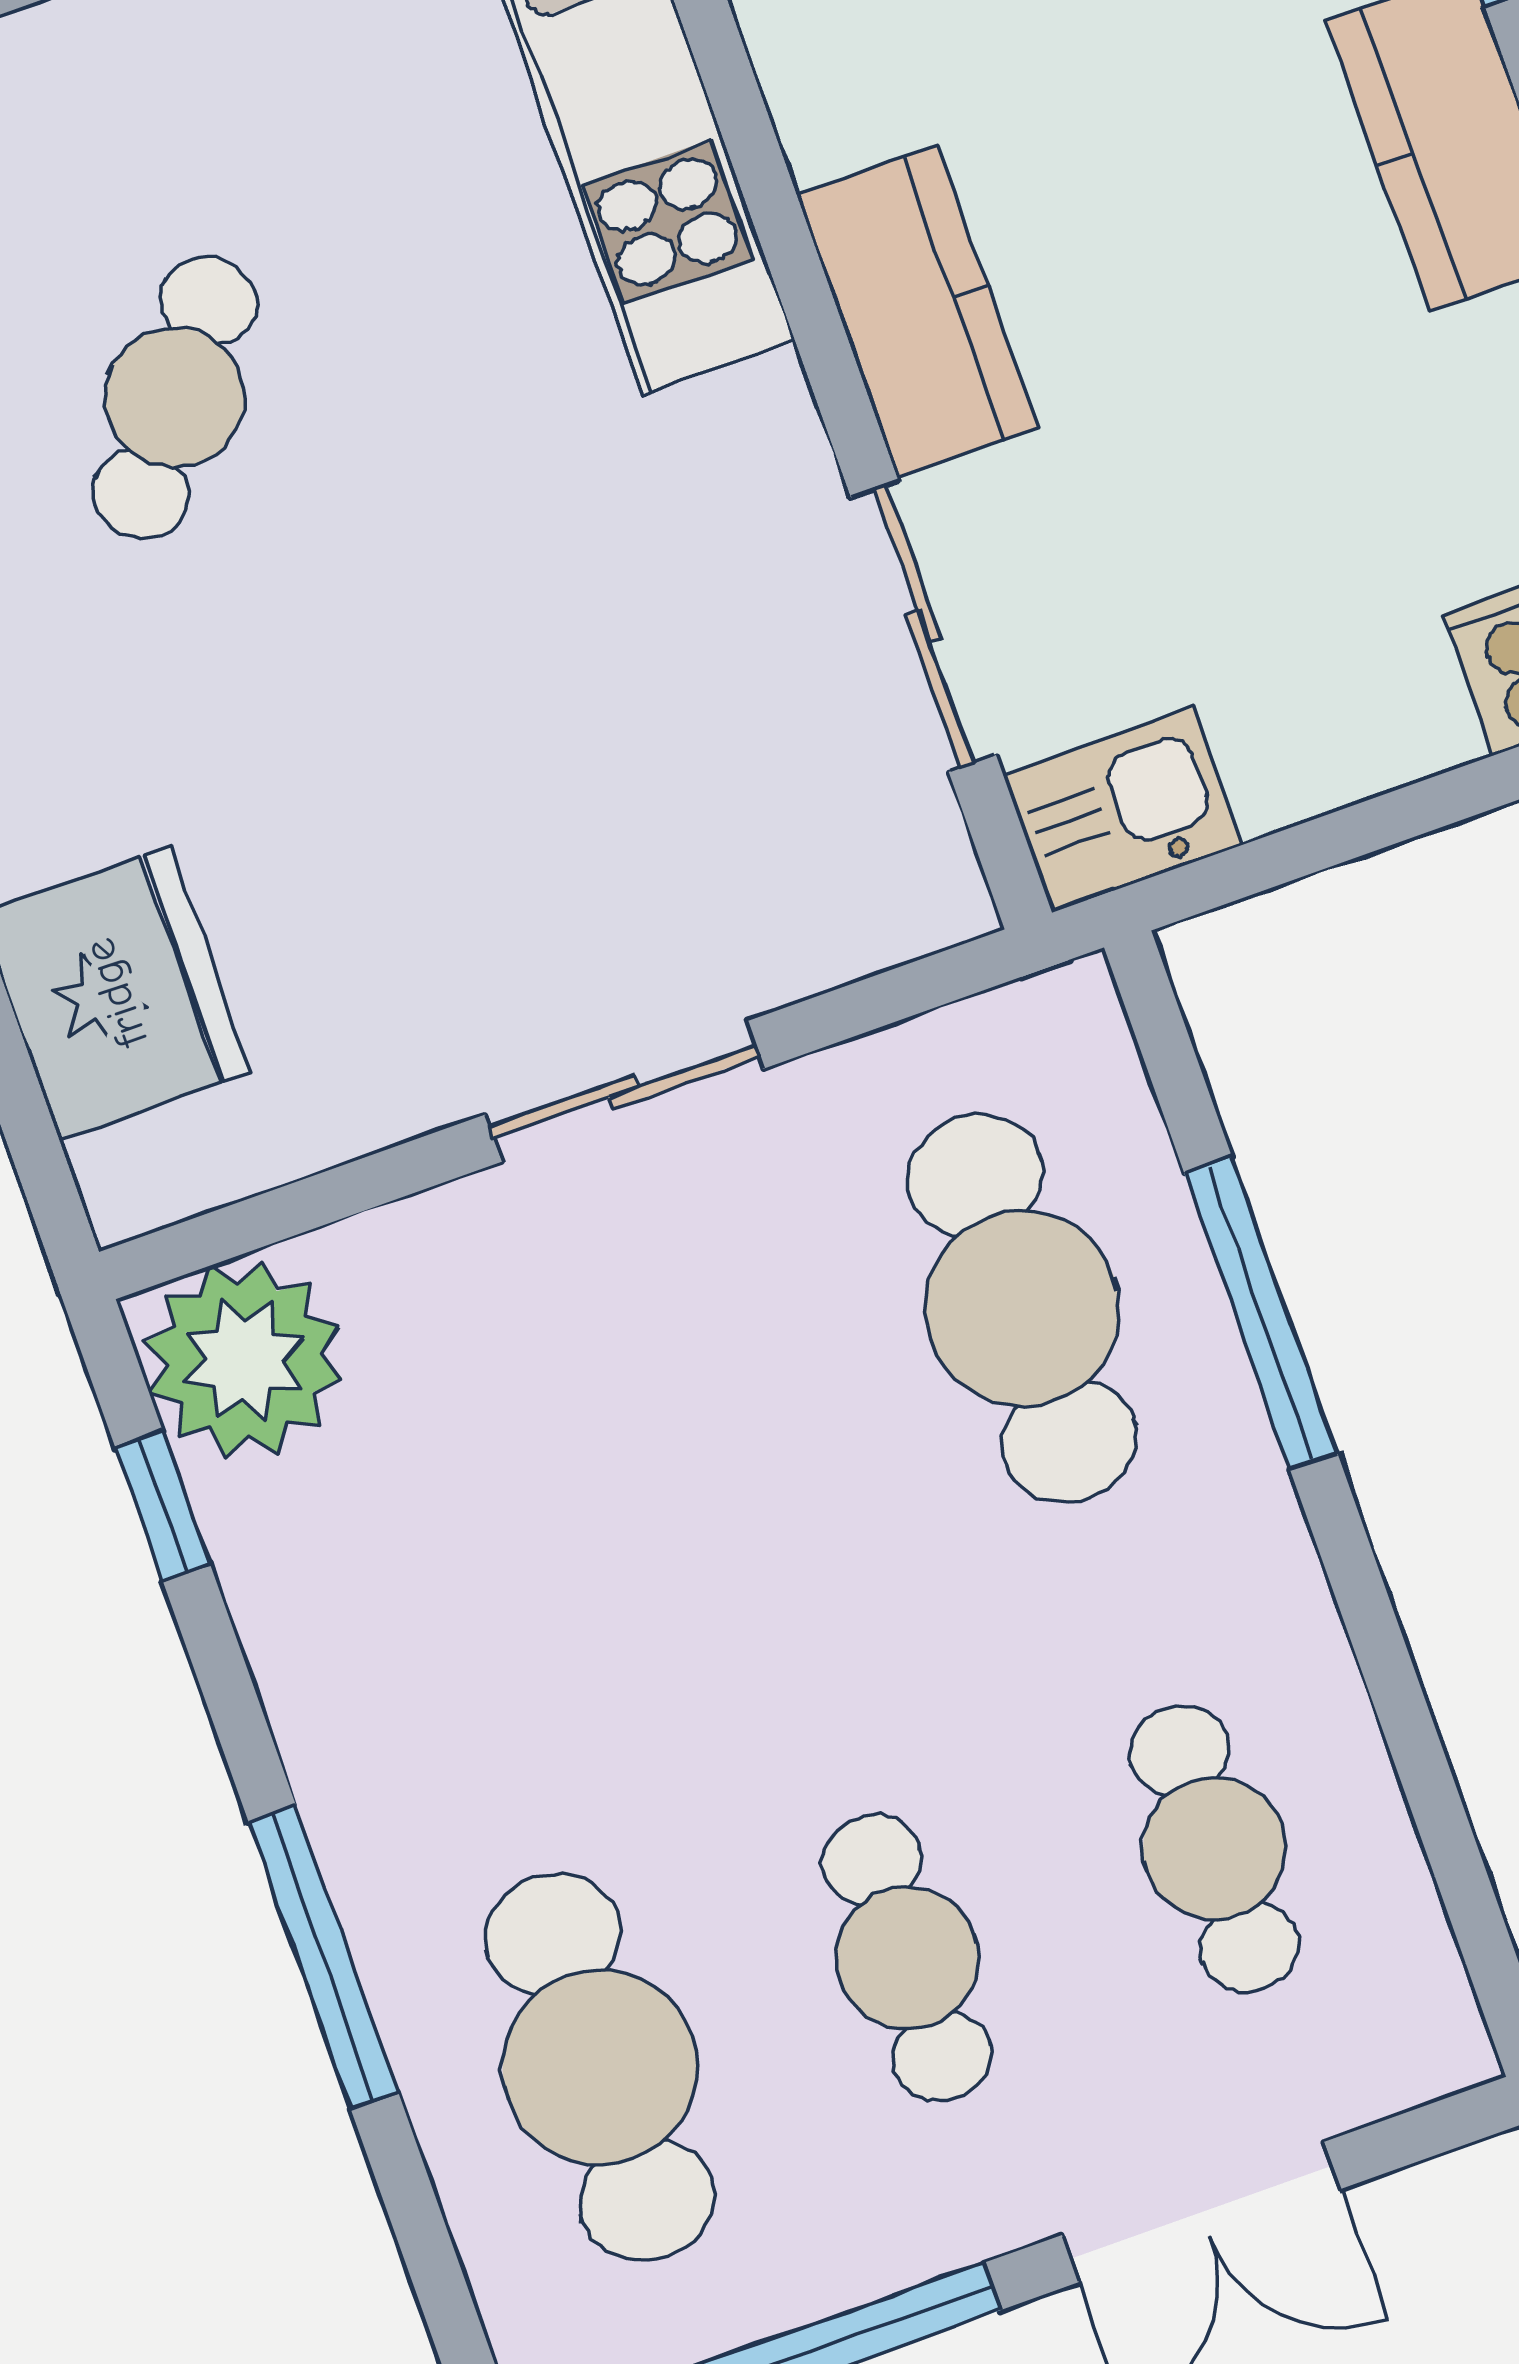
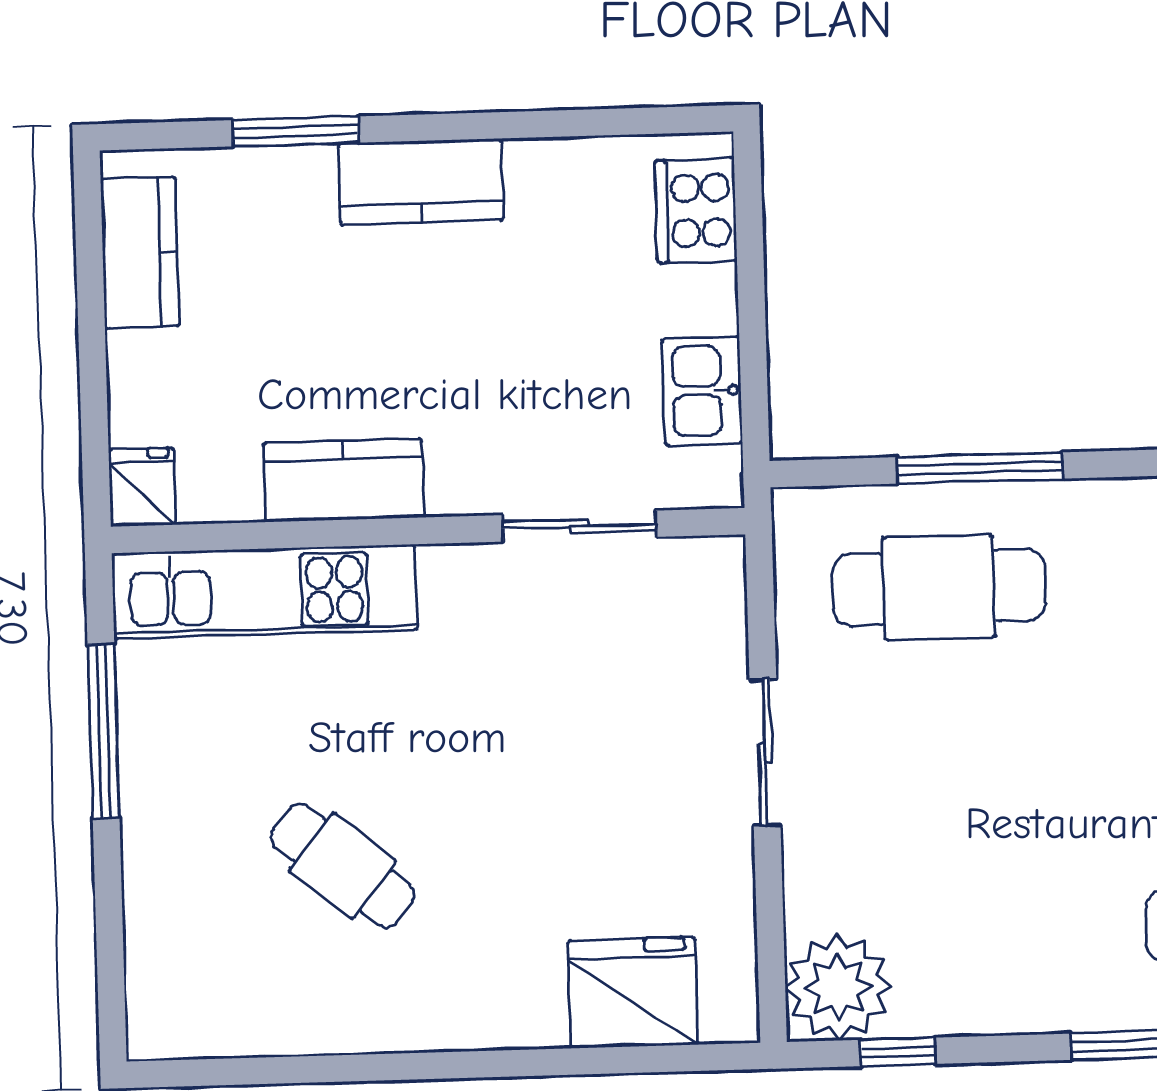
kitchen counter: (917, 311) -> (344, 480), moved
kitchen sink: (1123, 810) -> (702, 391), moved

